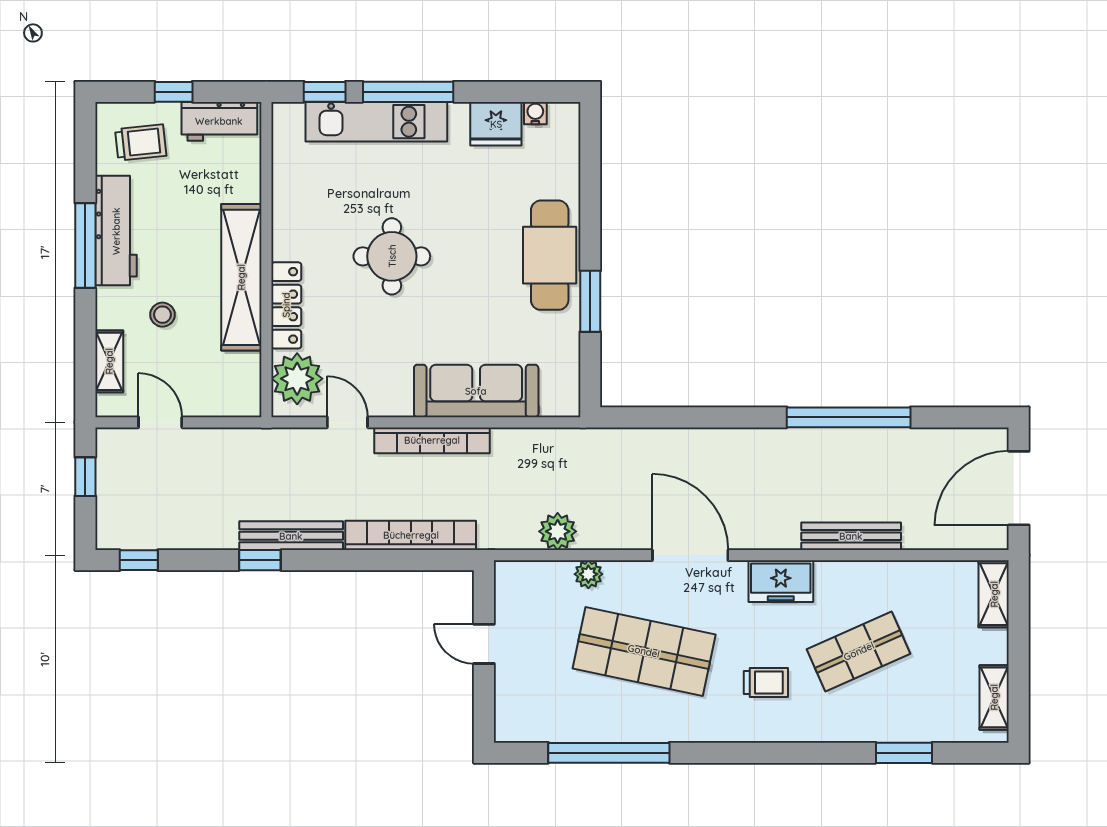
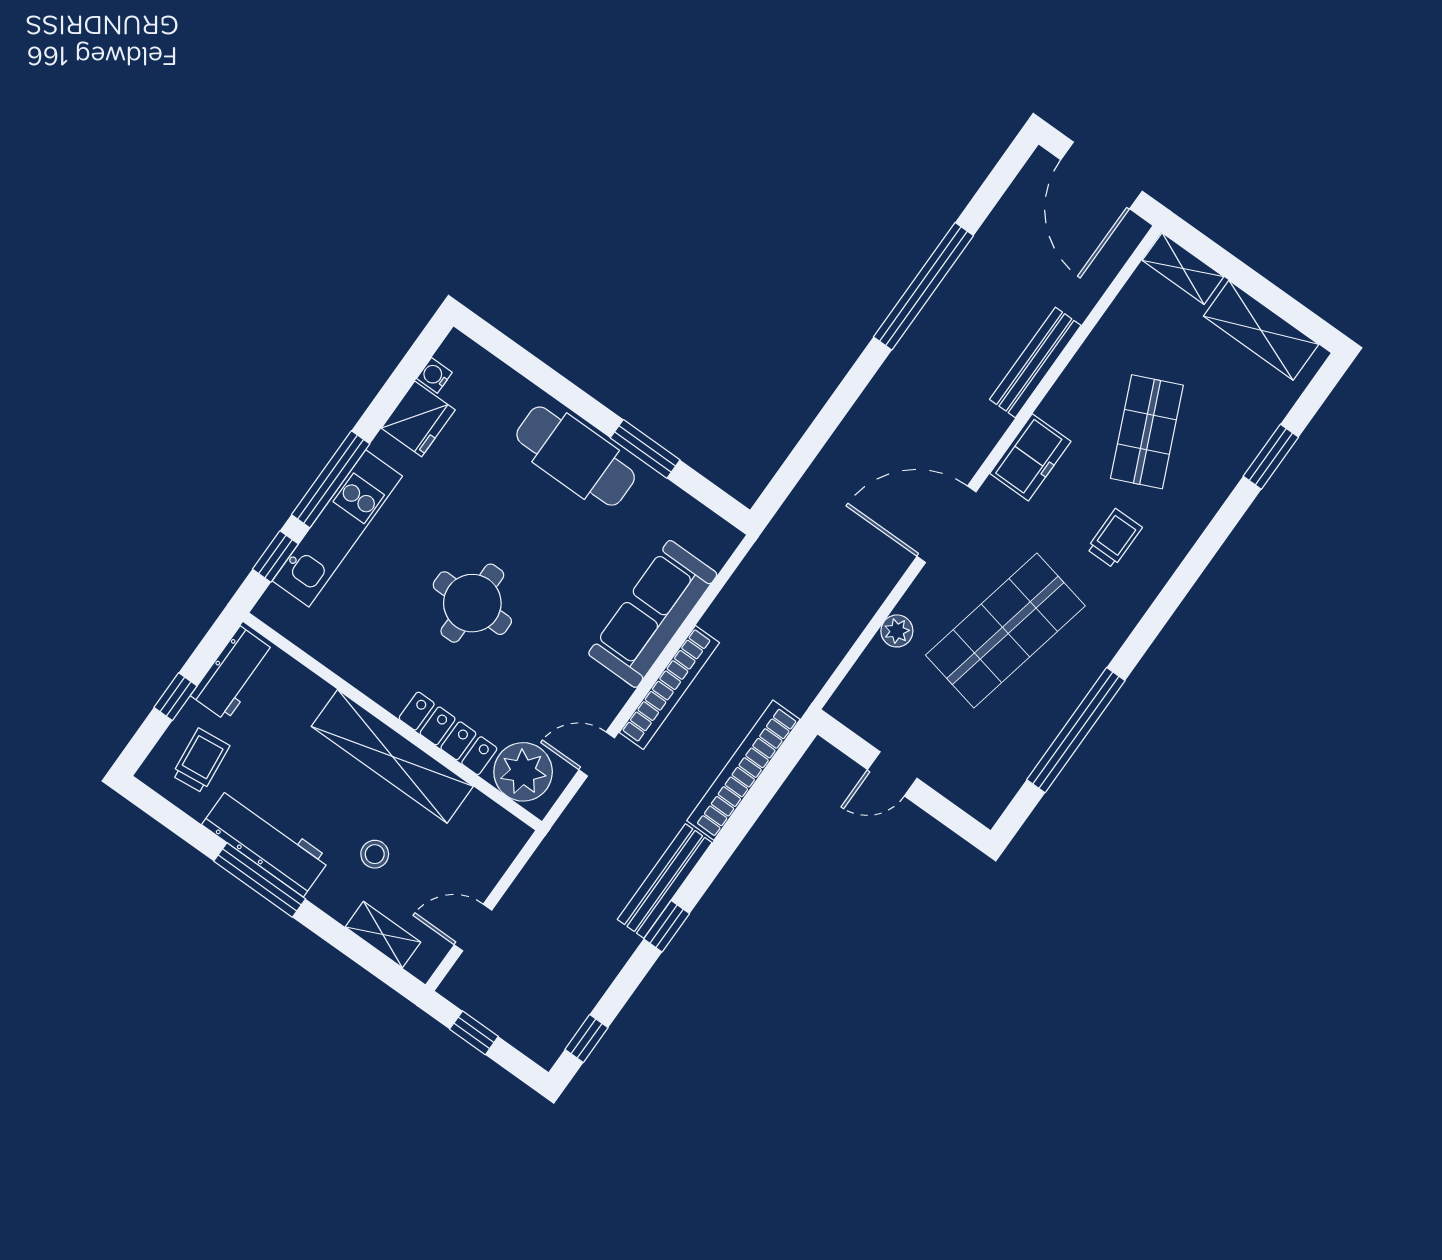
plant: (558, 531) -> (837, 631), removed
shelving: (994, 697) -> (1261, 330), width x1.50, depth x1.33

